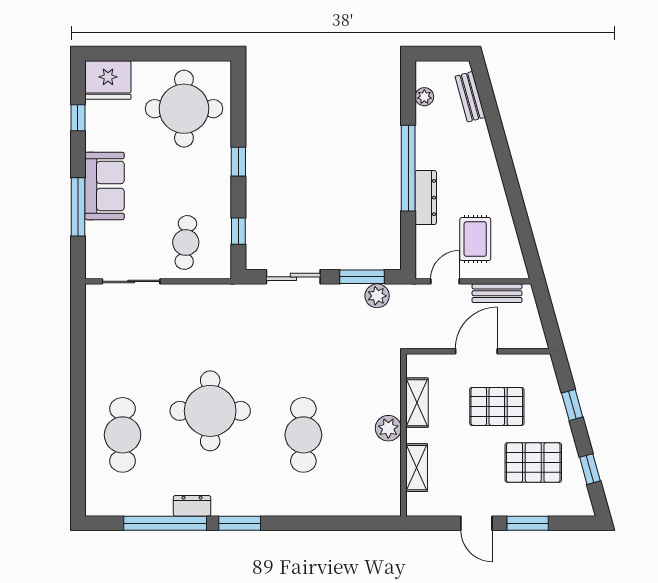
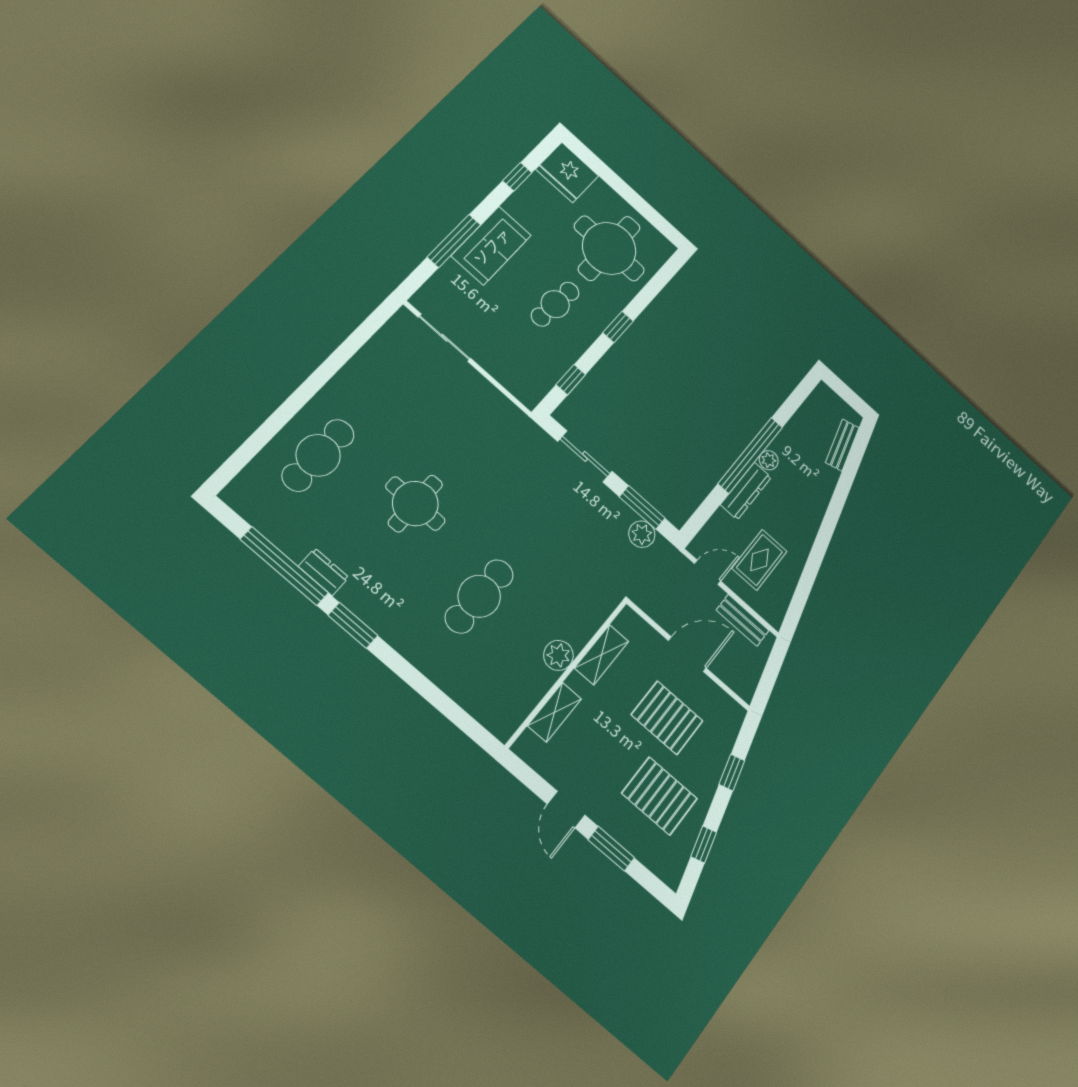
plant: (424, 97) -> (769, 460), moved
cafe table: (186, 242) -> (555, 304), moved
round table: (210, 411) -> (415, 504), width x0.73, depth x0.73

